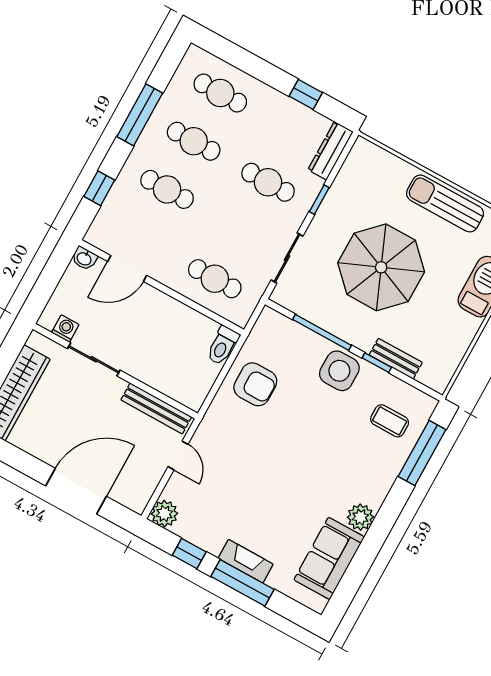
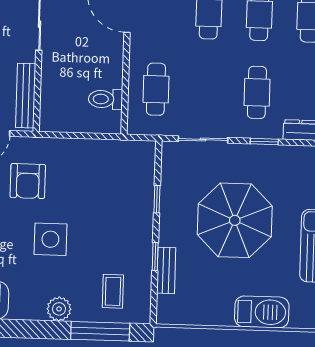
window: (322, 332) -> (157, 199), width x0.46
toilet: (223, 345) -> (105, 99), moved
side table: (339, 371) -> (50, 239), moved
armchair: (255, 384) -> (28, 181), moved
plant: (360, 517) -> (59, 309), moved

